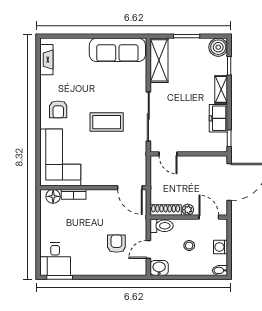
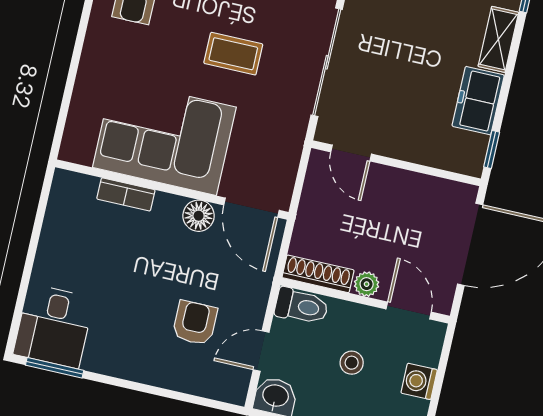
coffee table: (107, 122) -> (233, 54), width x0.73, depth x0.77
corner sofa: (60, 157) -> (164, 137), moved, turned -90
floor lamp: (53, 196) -> (199, 216), moved

